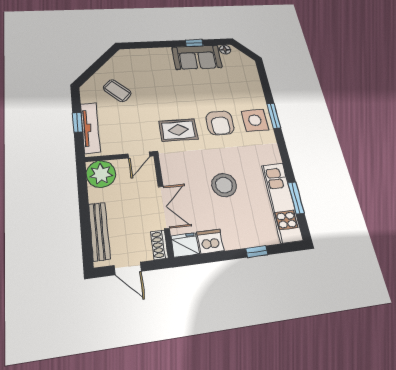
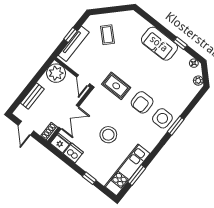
sofa: (197, 57) -> (159, 44), moved
plant: (246, 60) -> (198, 81), added
door: (139, 155) -> (83, 80), hinge flipped
bench: (99, 231) -> (32, 96), width x0.73

